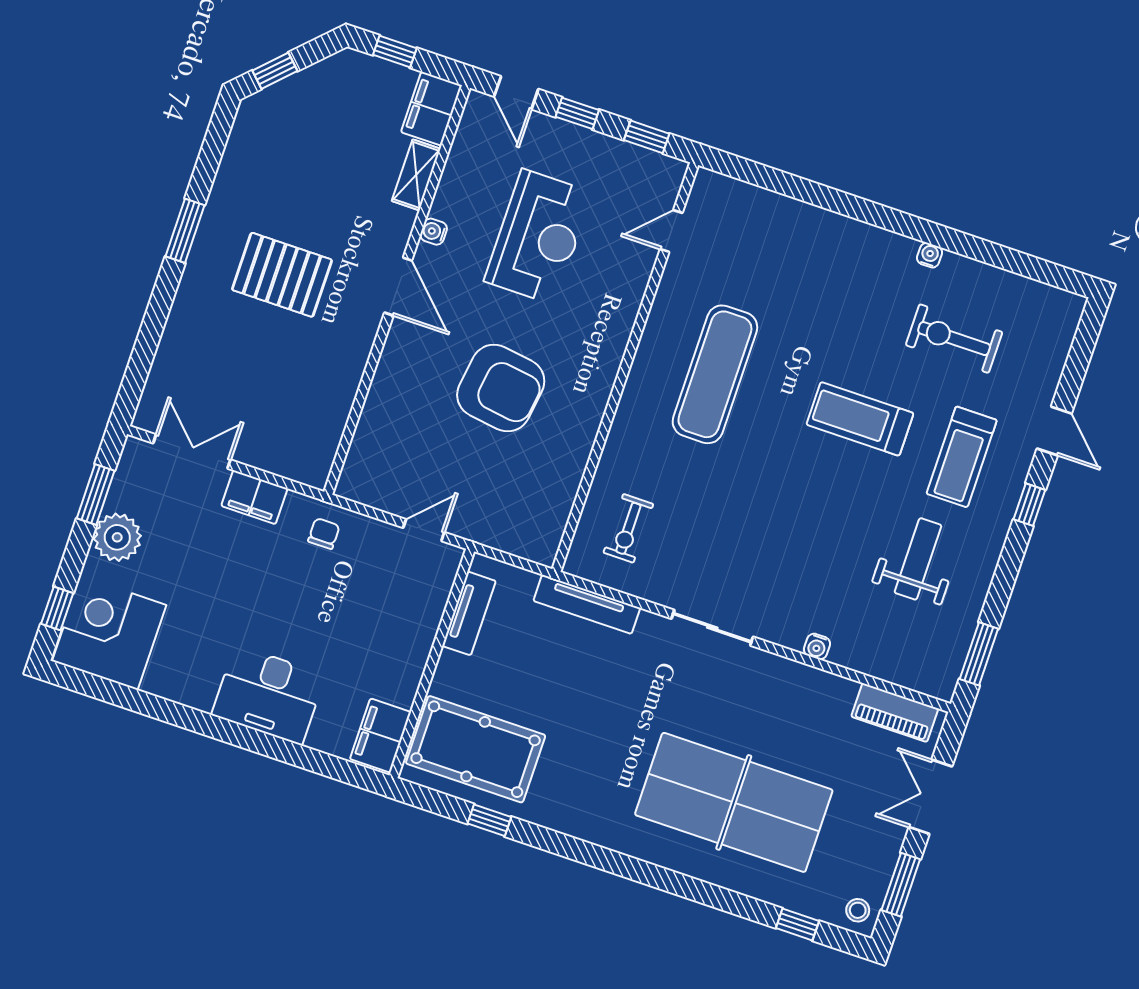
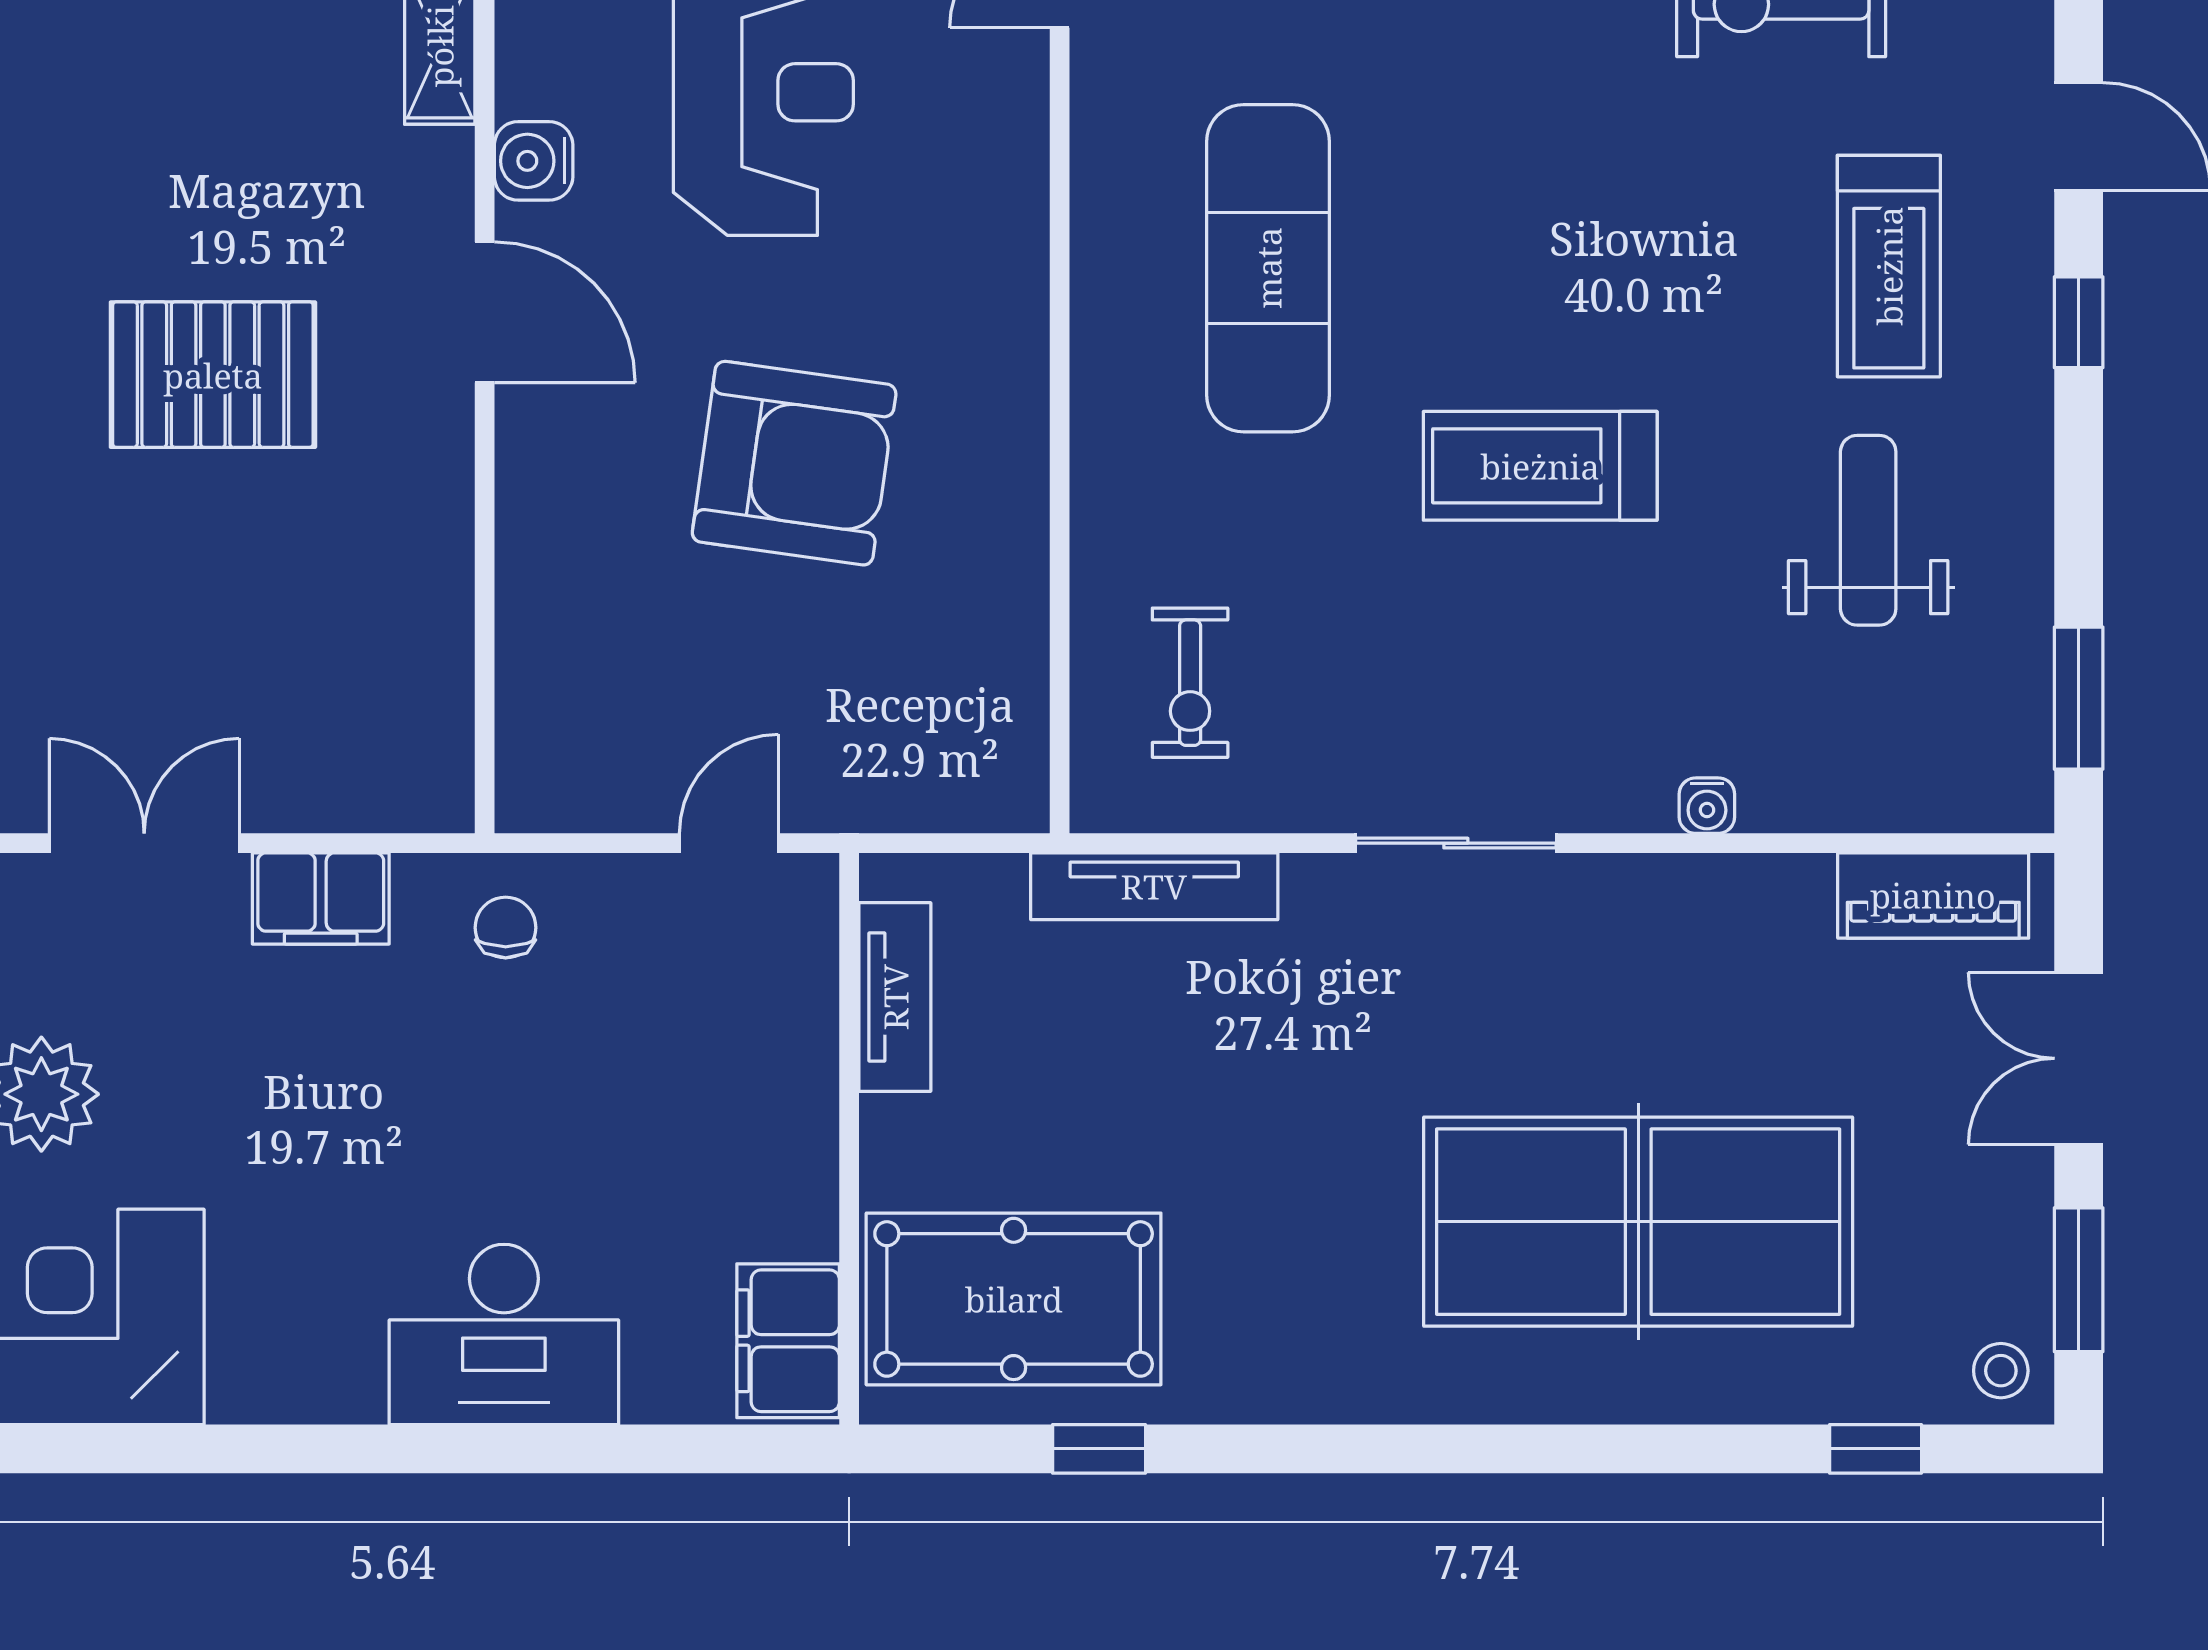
water cooler: (434, 232) -> (534, 161), width x1.38, depth x1.38
treadmill: (860, 419) -> (1540, 466), moved

